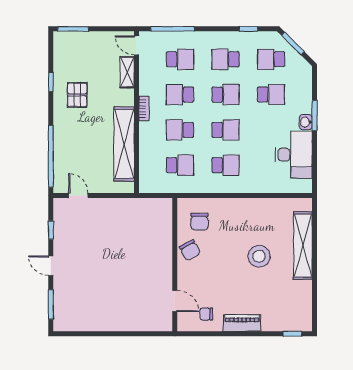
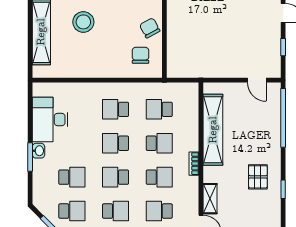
school desk: (271, 95) -> (72, 177), turned 180

